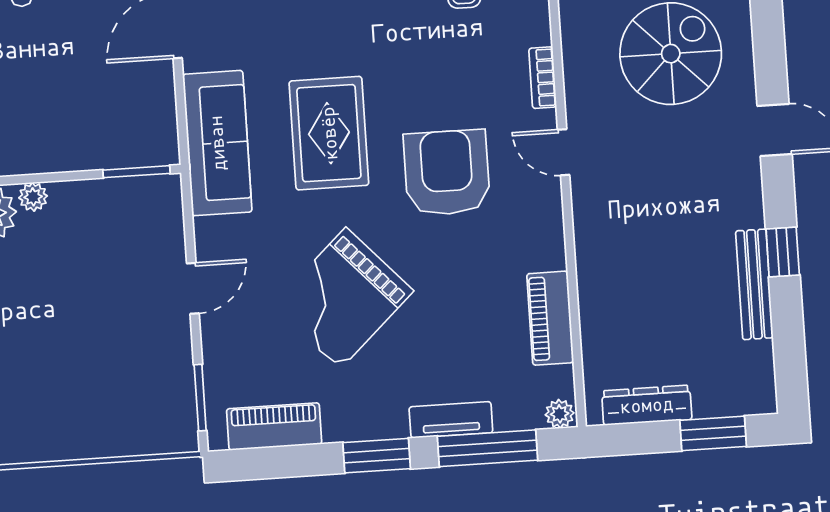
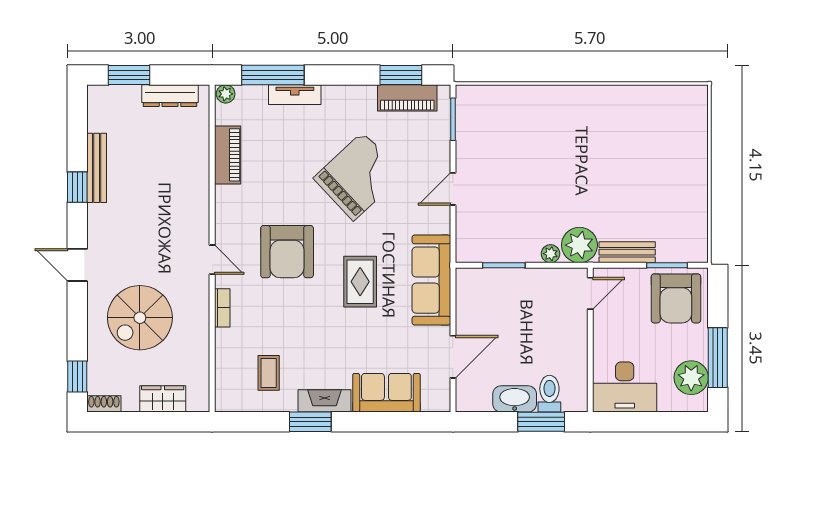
rug: (329, 133) -> (360, 282), width x0.73, depth x0.70
window: (137, 172) -> (504, 265), moved
window: (377, 456) -> (401, 75), moved

